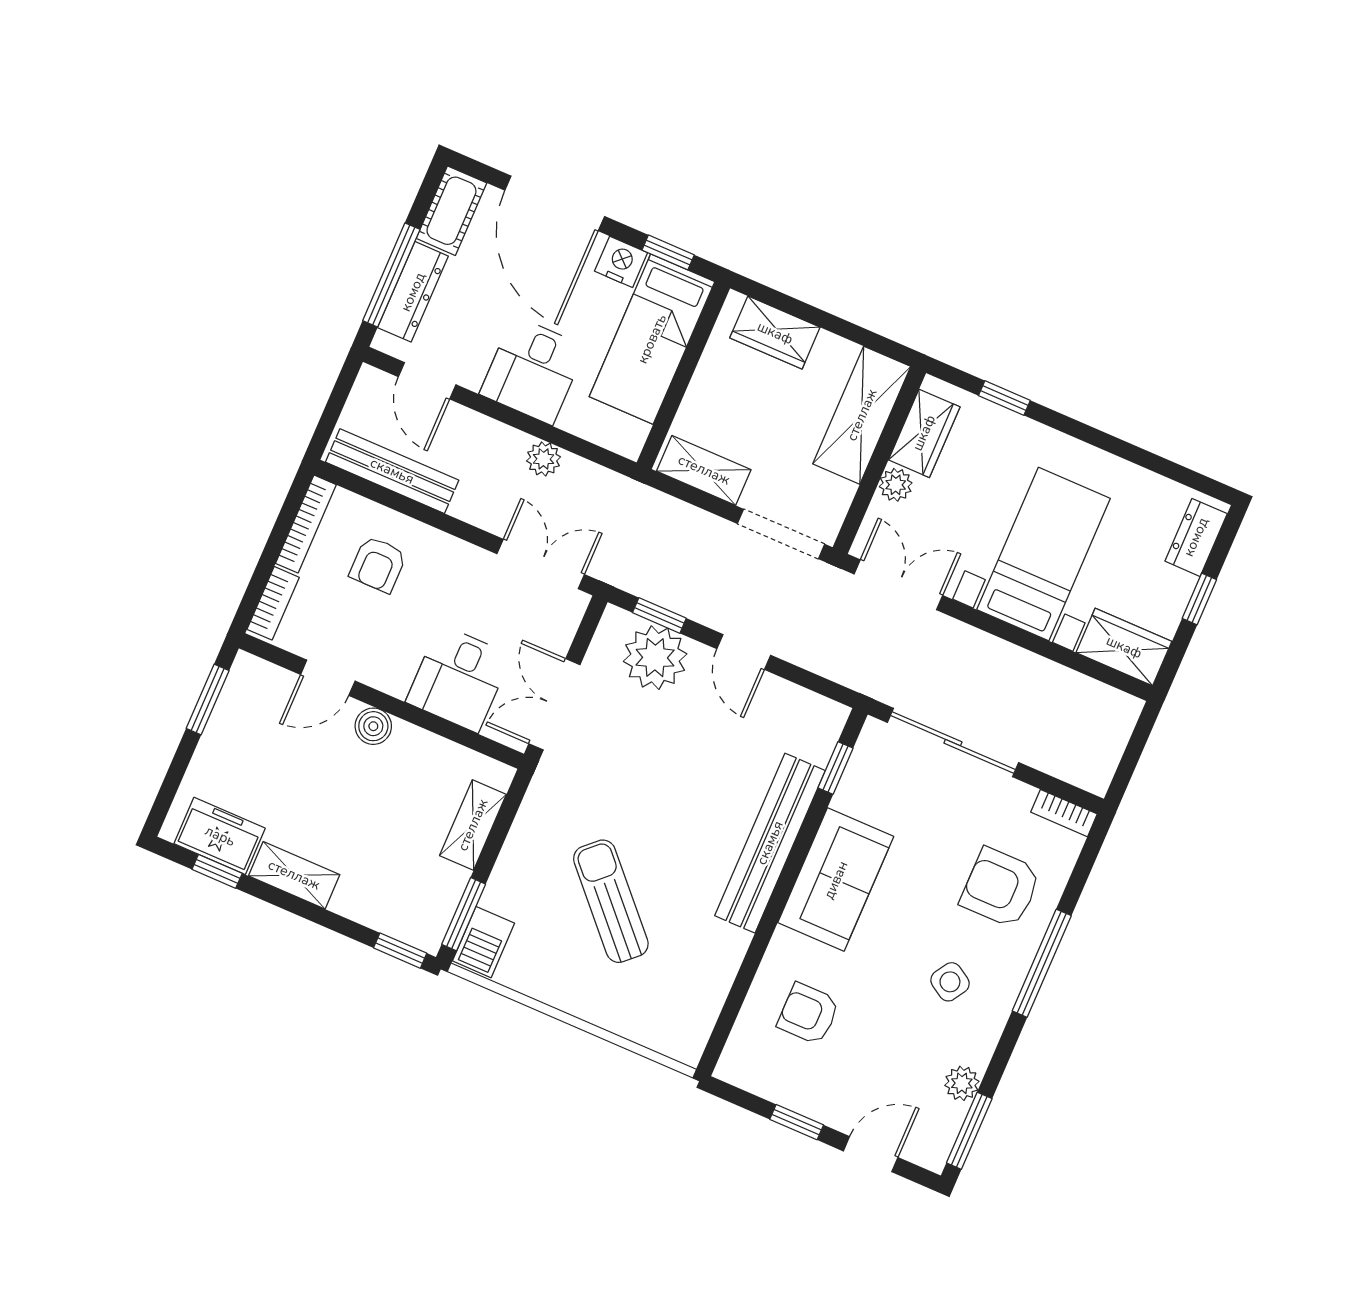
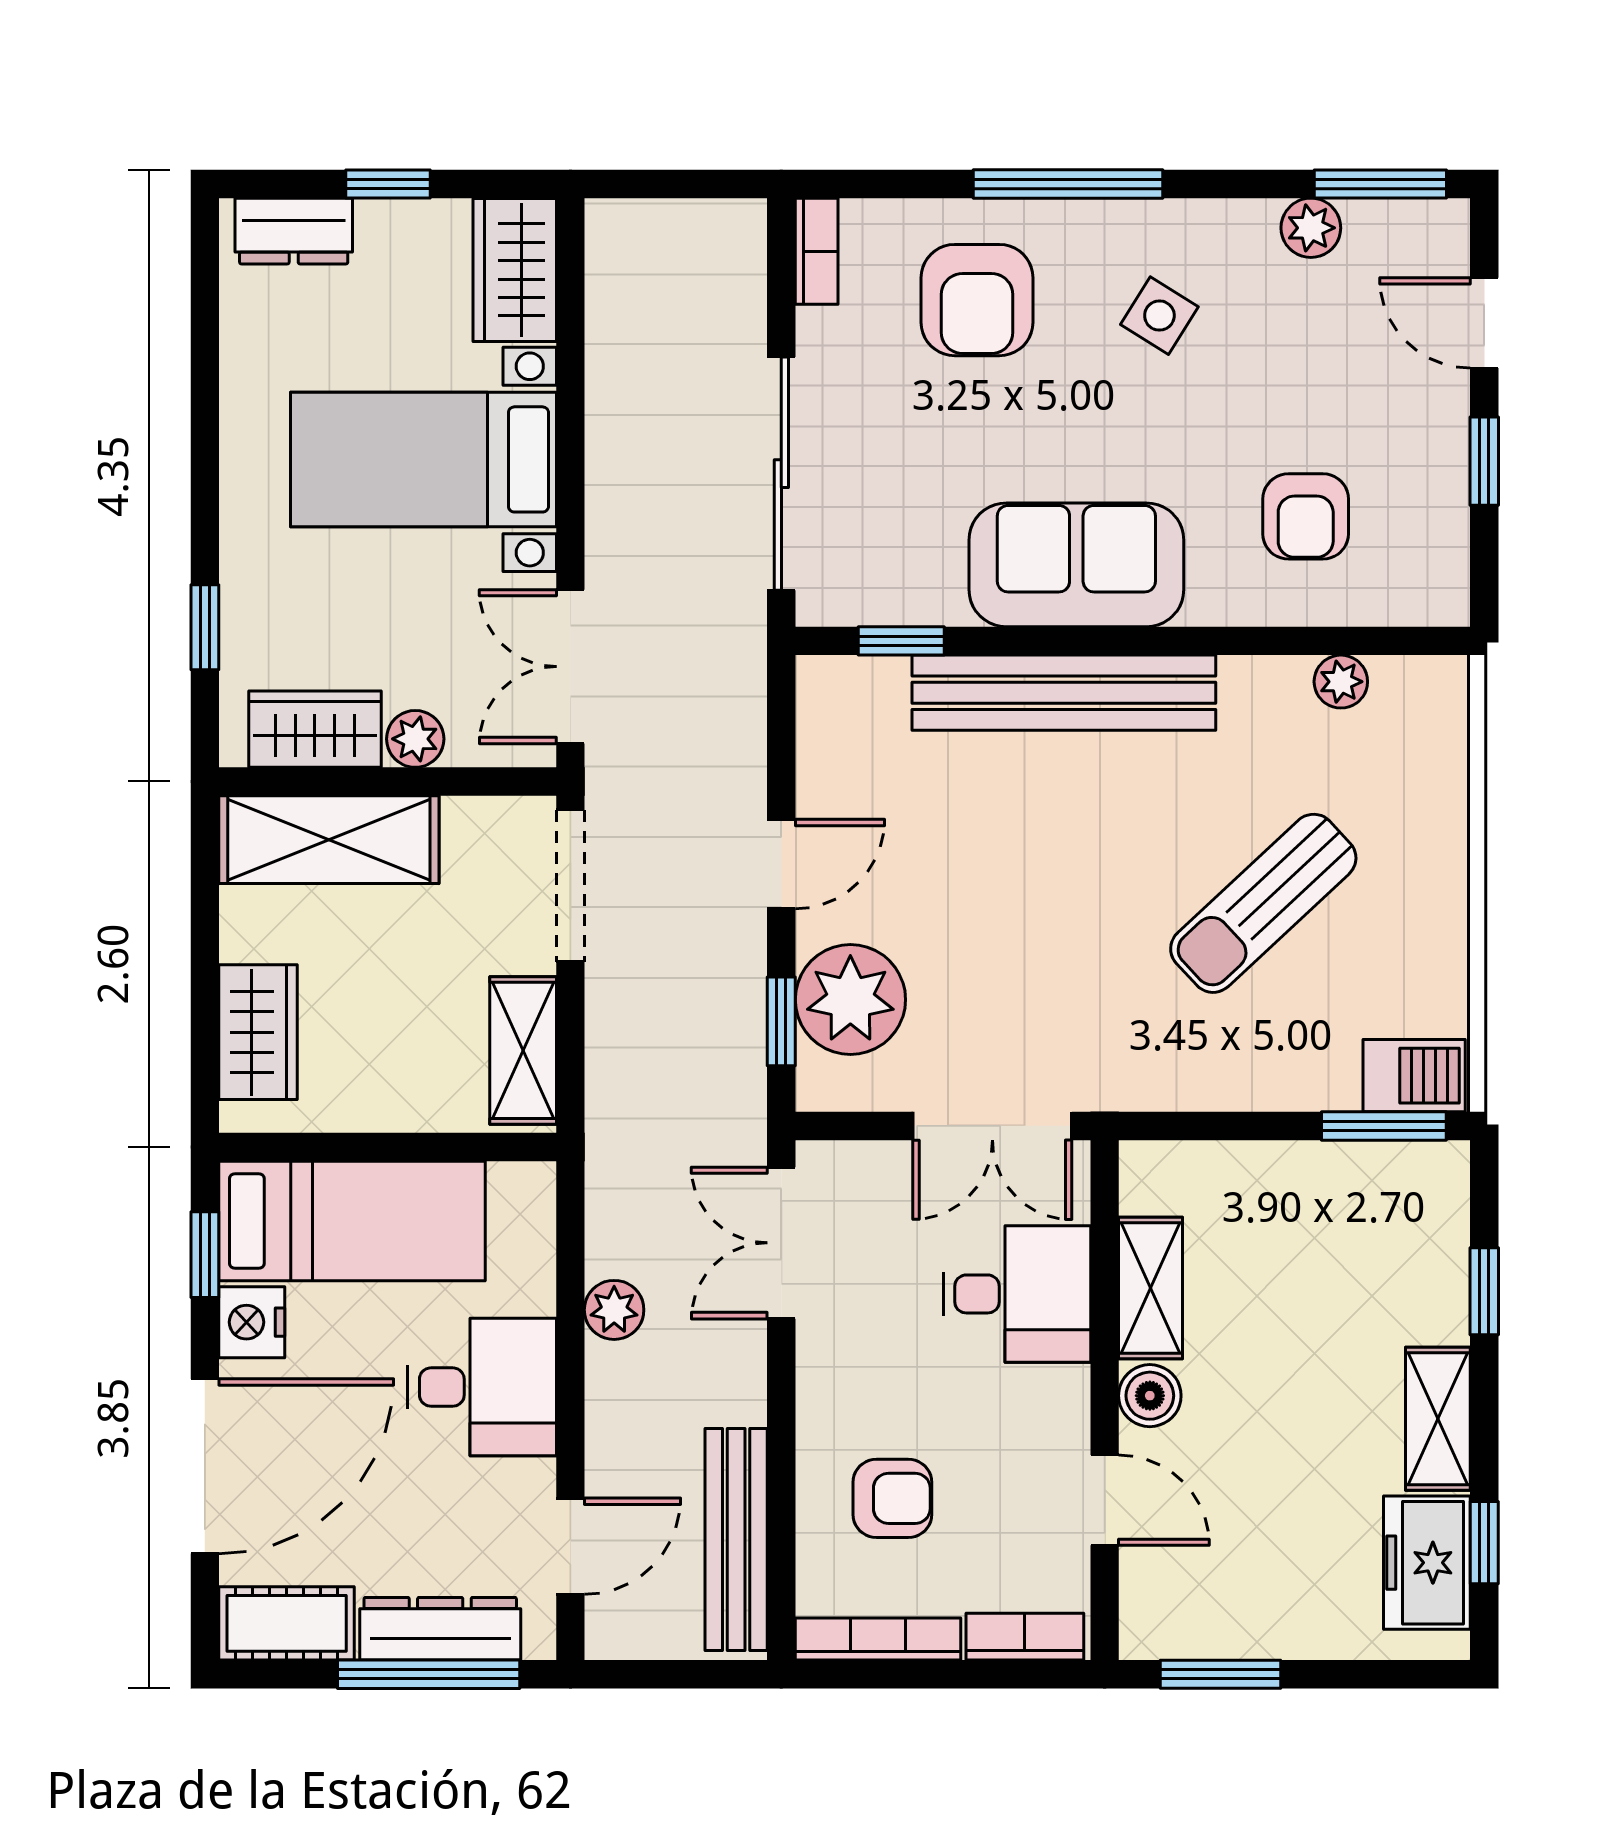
shelving: (473, 825) -> (1151, 1288), moved, turned 90
window: (400, 951) -> (1484, 1291), moved
plant: (712, 994) -> (1341, 682), added

